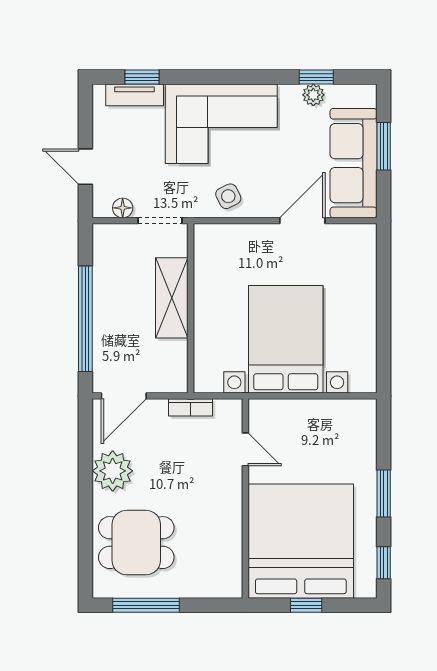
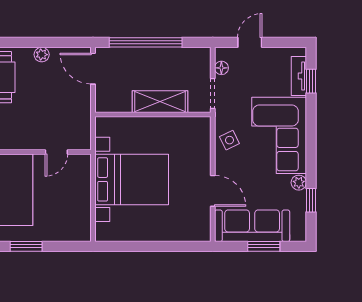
plant: (313, 95) -> (299, 183), moved
bookcase: (190, 407) -> (85, 114), removed
plant: (113, 471) -> (42, 55), width x0.53, depth x0.53

